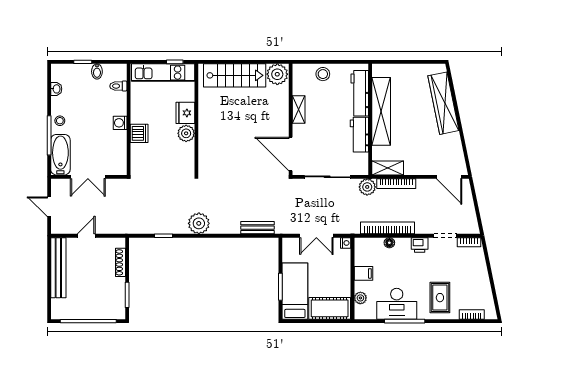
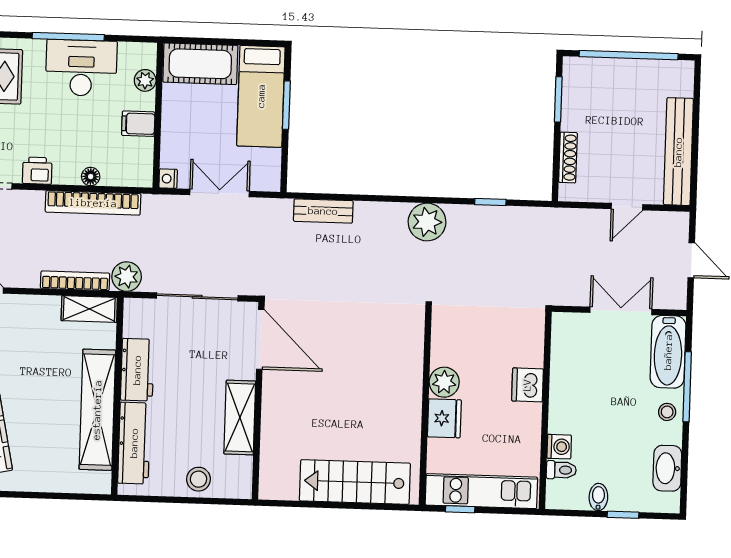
plant: (277, 74) -> (279, 481), removed
washbasin: (56, 89) -> (667, 468), width x1.91, depth x1.45
shelving: (299, 110) -> (240, 417), width x1.50, depth x1.33
washing machine: (120, 123) -> (559, 447), moved

